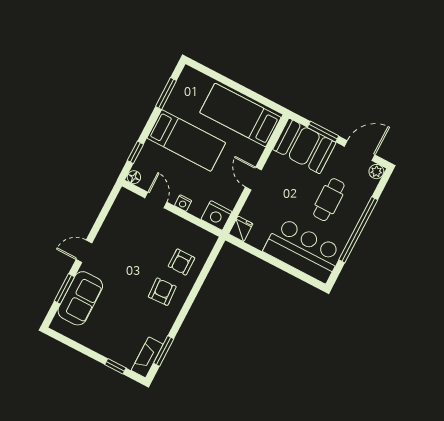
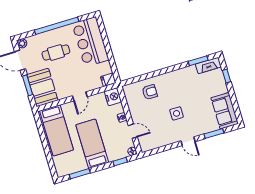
door: (156, 200) -> (133, 131), swing flipped
side table: (128, 269) -> (177, 113), added
armchair: (162, 292) -> (172, 88), removed
sofa: (80, 298) -> (225, 111), moved, turned -90

